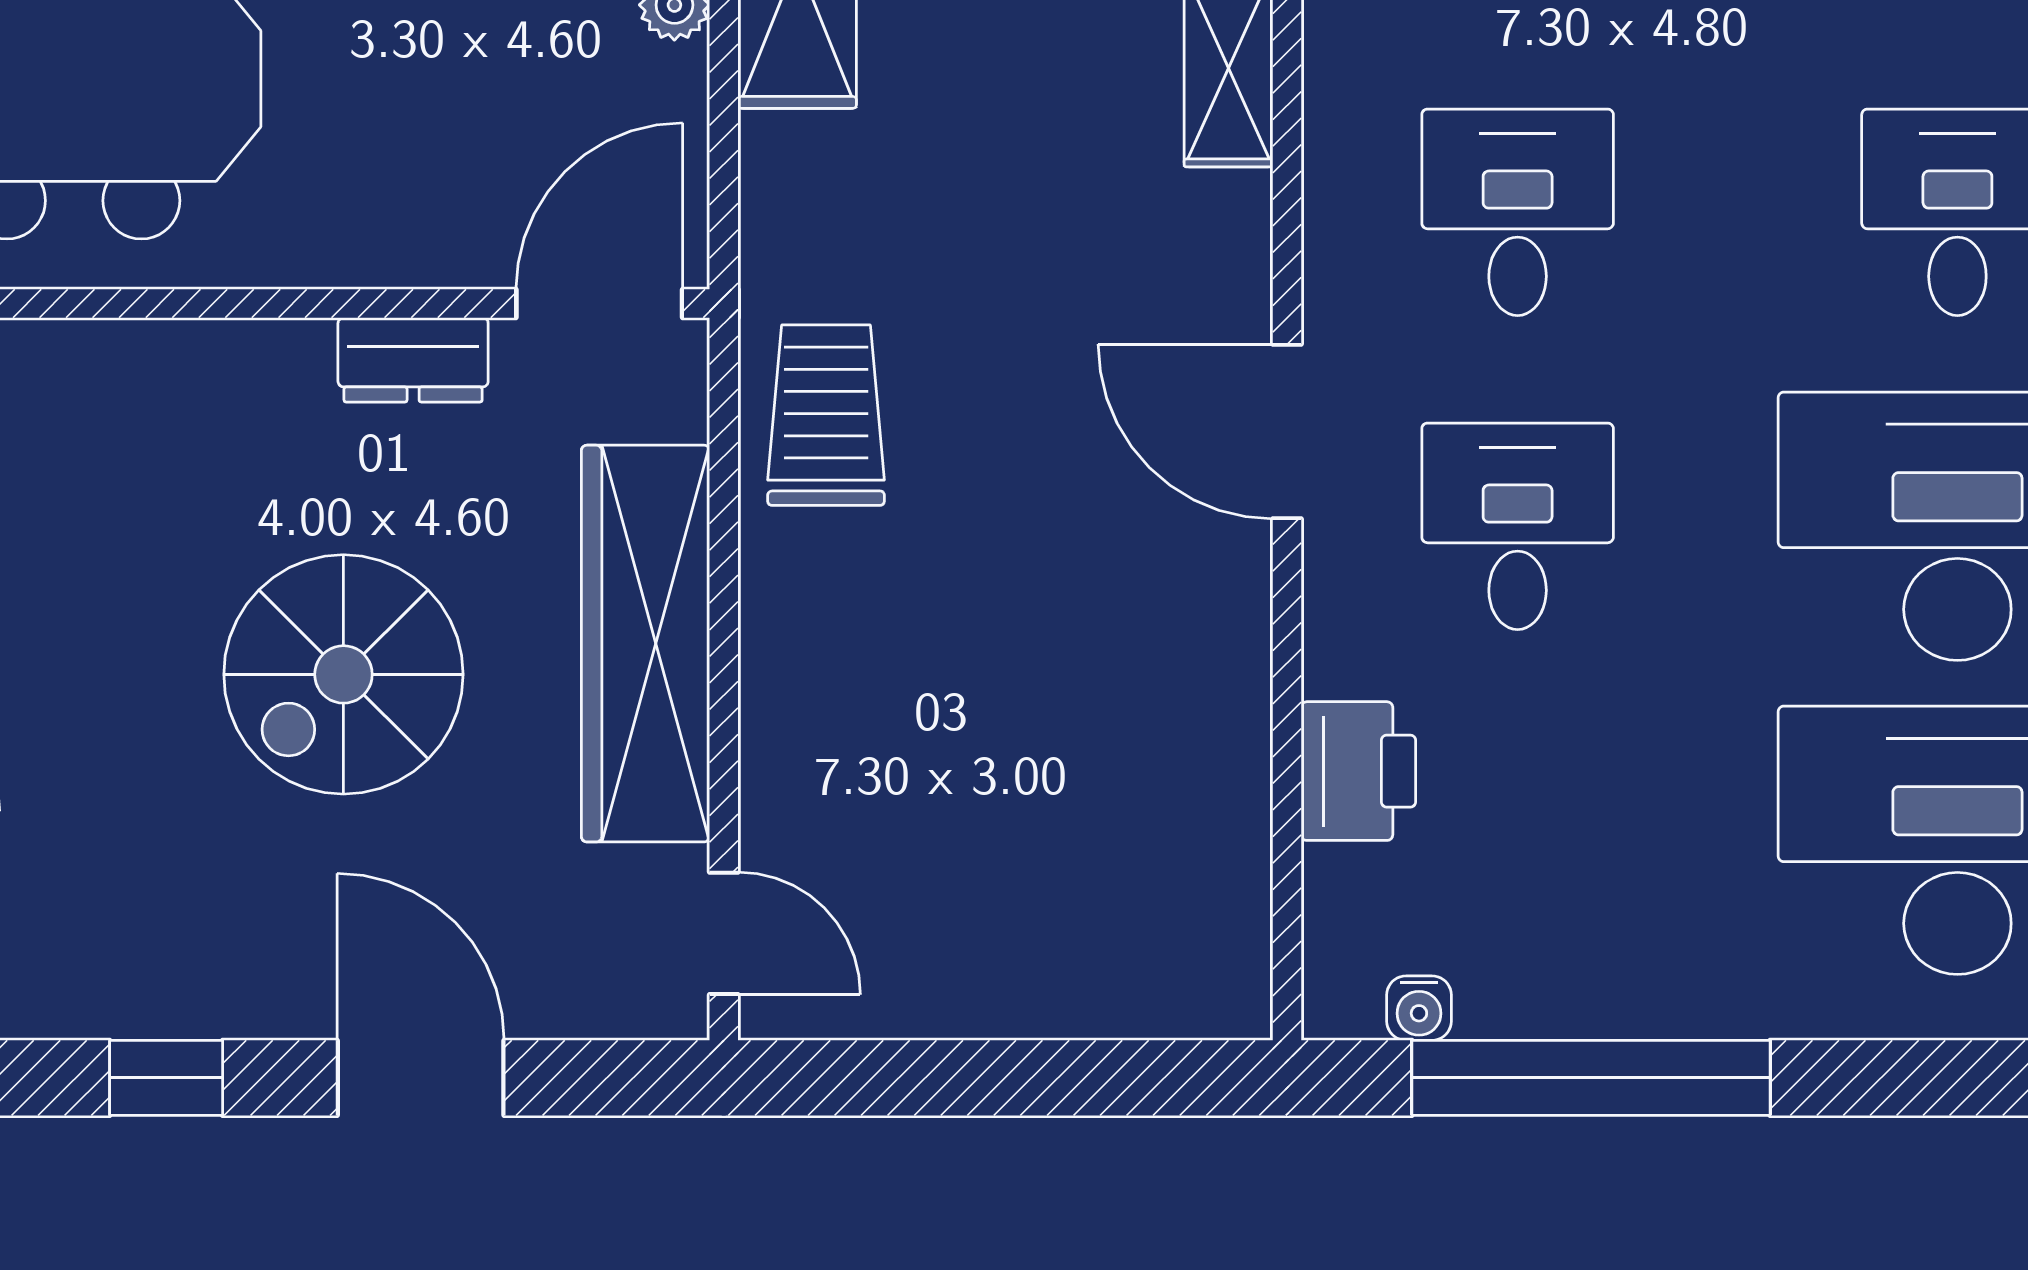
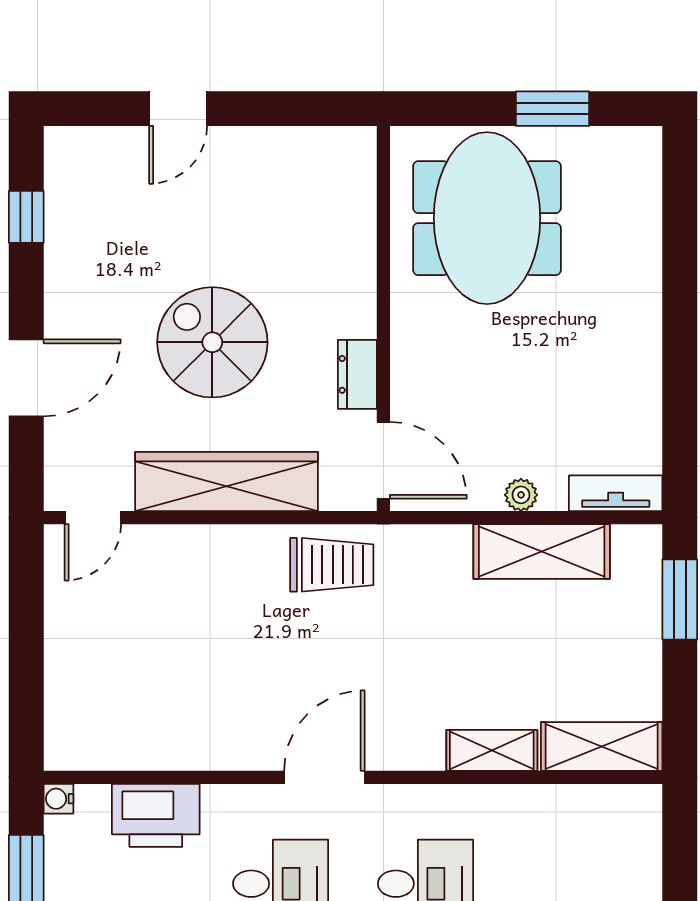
printer: (1358, 771) -> (156, 815), width x1.37, depth x1.19
water cooler: (1419, 1008) -> (58, 799), moved
window: (166, 1078) -> (26, 217), moved

